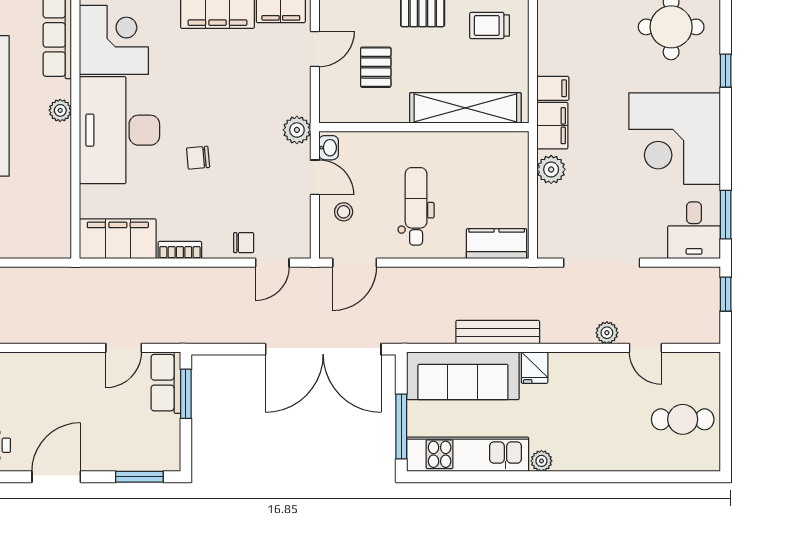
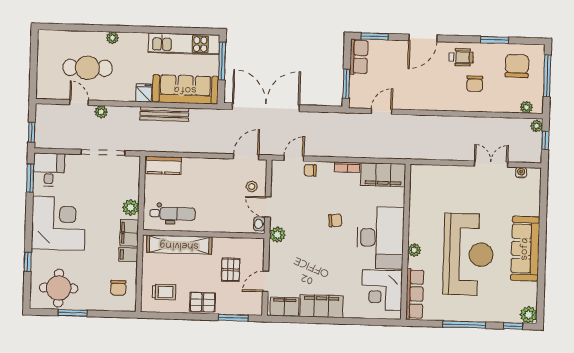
chair: (568, 31) -> (118, 288), added
dental chair: (416, 206) -> (173, 214), moved, turned -90
row of seats: (166, 383) -> (359, 57), moved
cafe table: (683, 419) -> (88, 68), moved, width x1.37, depth x1.35
plant: (541, 461) -> (112, 38), moved

